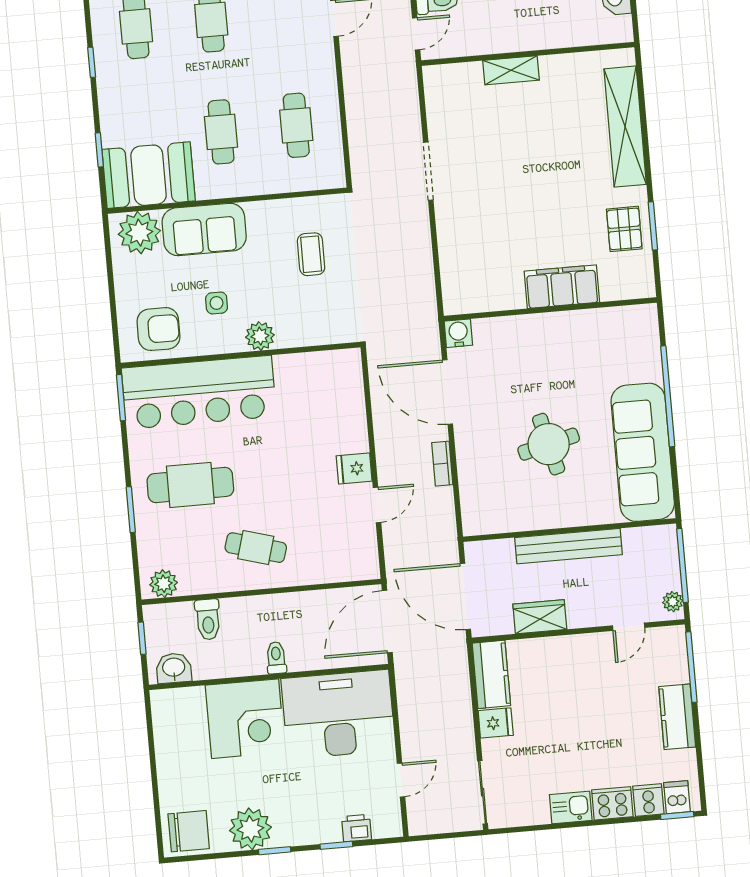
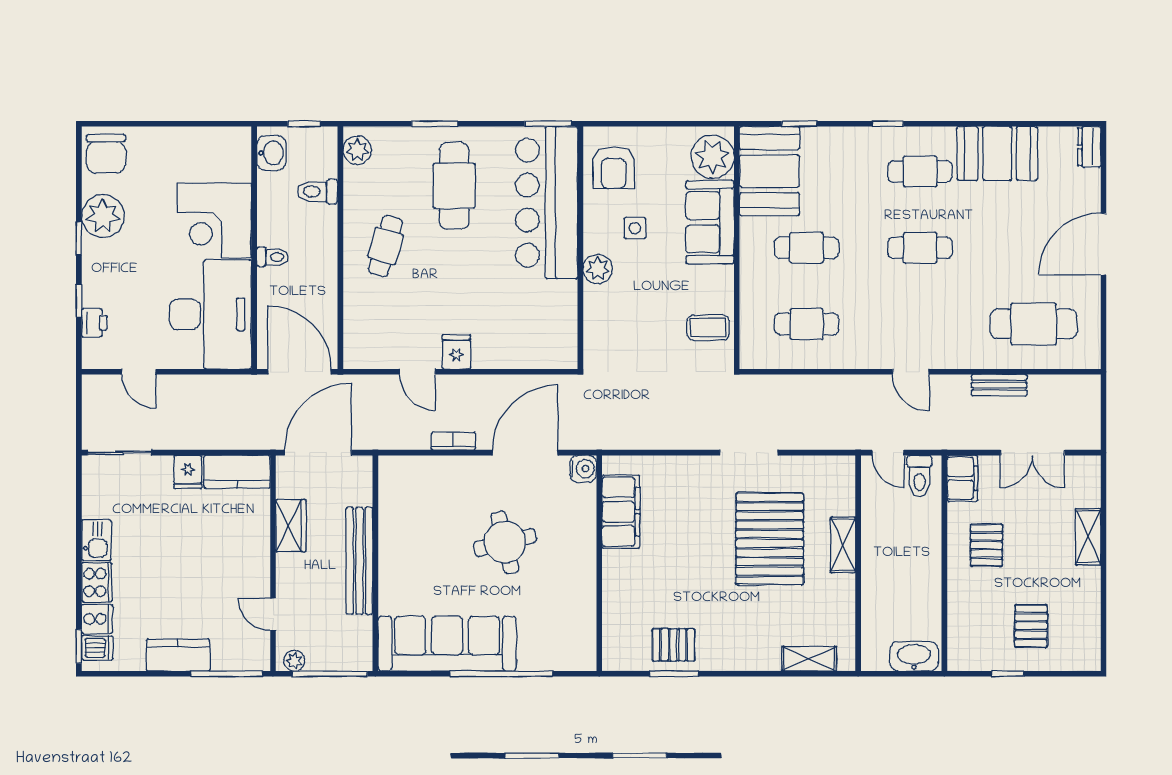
shelving: (625, 127) -> (809, 659), width x0.45, depth x0.75
pallet: (511, 143) -> (770, 539), added
coffee table: (311, 254) -> (708, 328), moved
filing cabinet: (562, 287) -> (621, 512), moved
round table: (549, 444) -> (505, 542), moved

